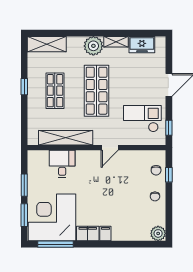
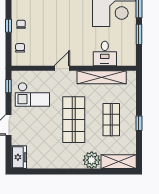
shelving: (116, 42) -> (56, 164), removed
freezer: (142, 45) -> (19, 157), moved, turned 90
plant: (93, 46) -> (92, 160), moved
window: (169, 175) -> (9, 26), moved

